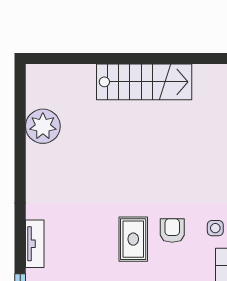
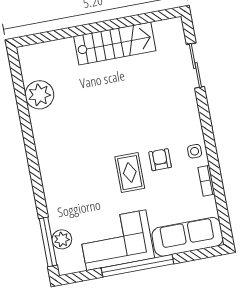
tv unit: (35, 244) -> (51, 191), removed

